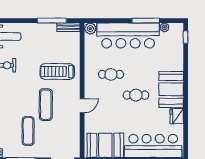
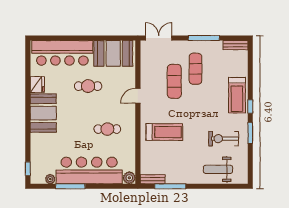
cafe table: (136, 95) -> (88, 86), moved
exercise mat: (46, 105) -> (174, 81), moved

